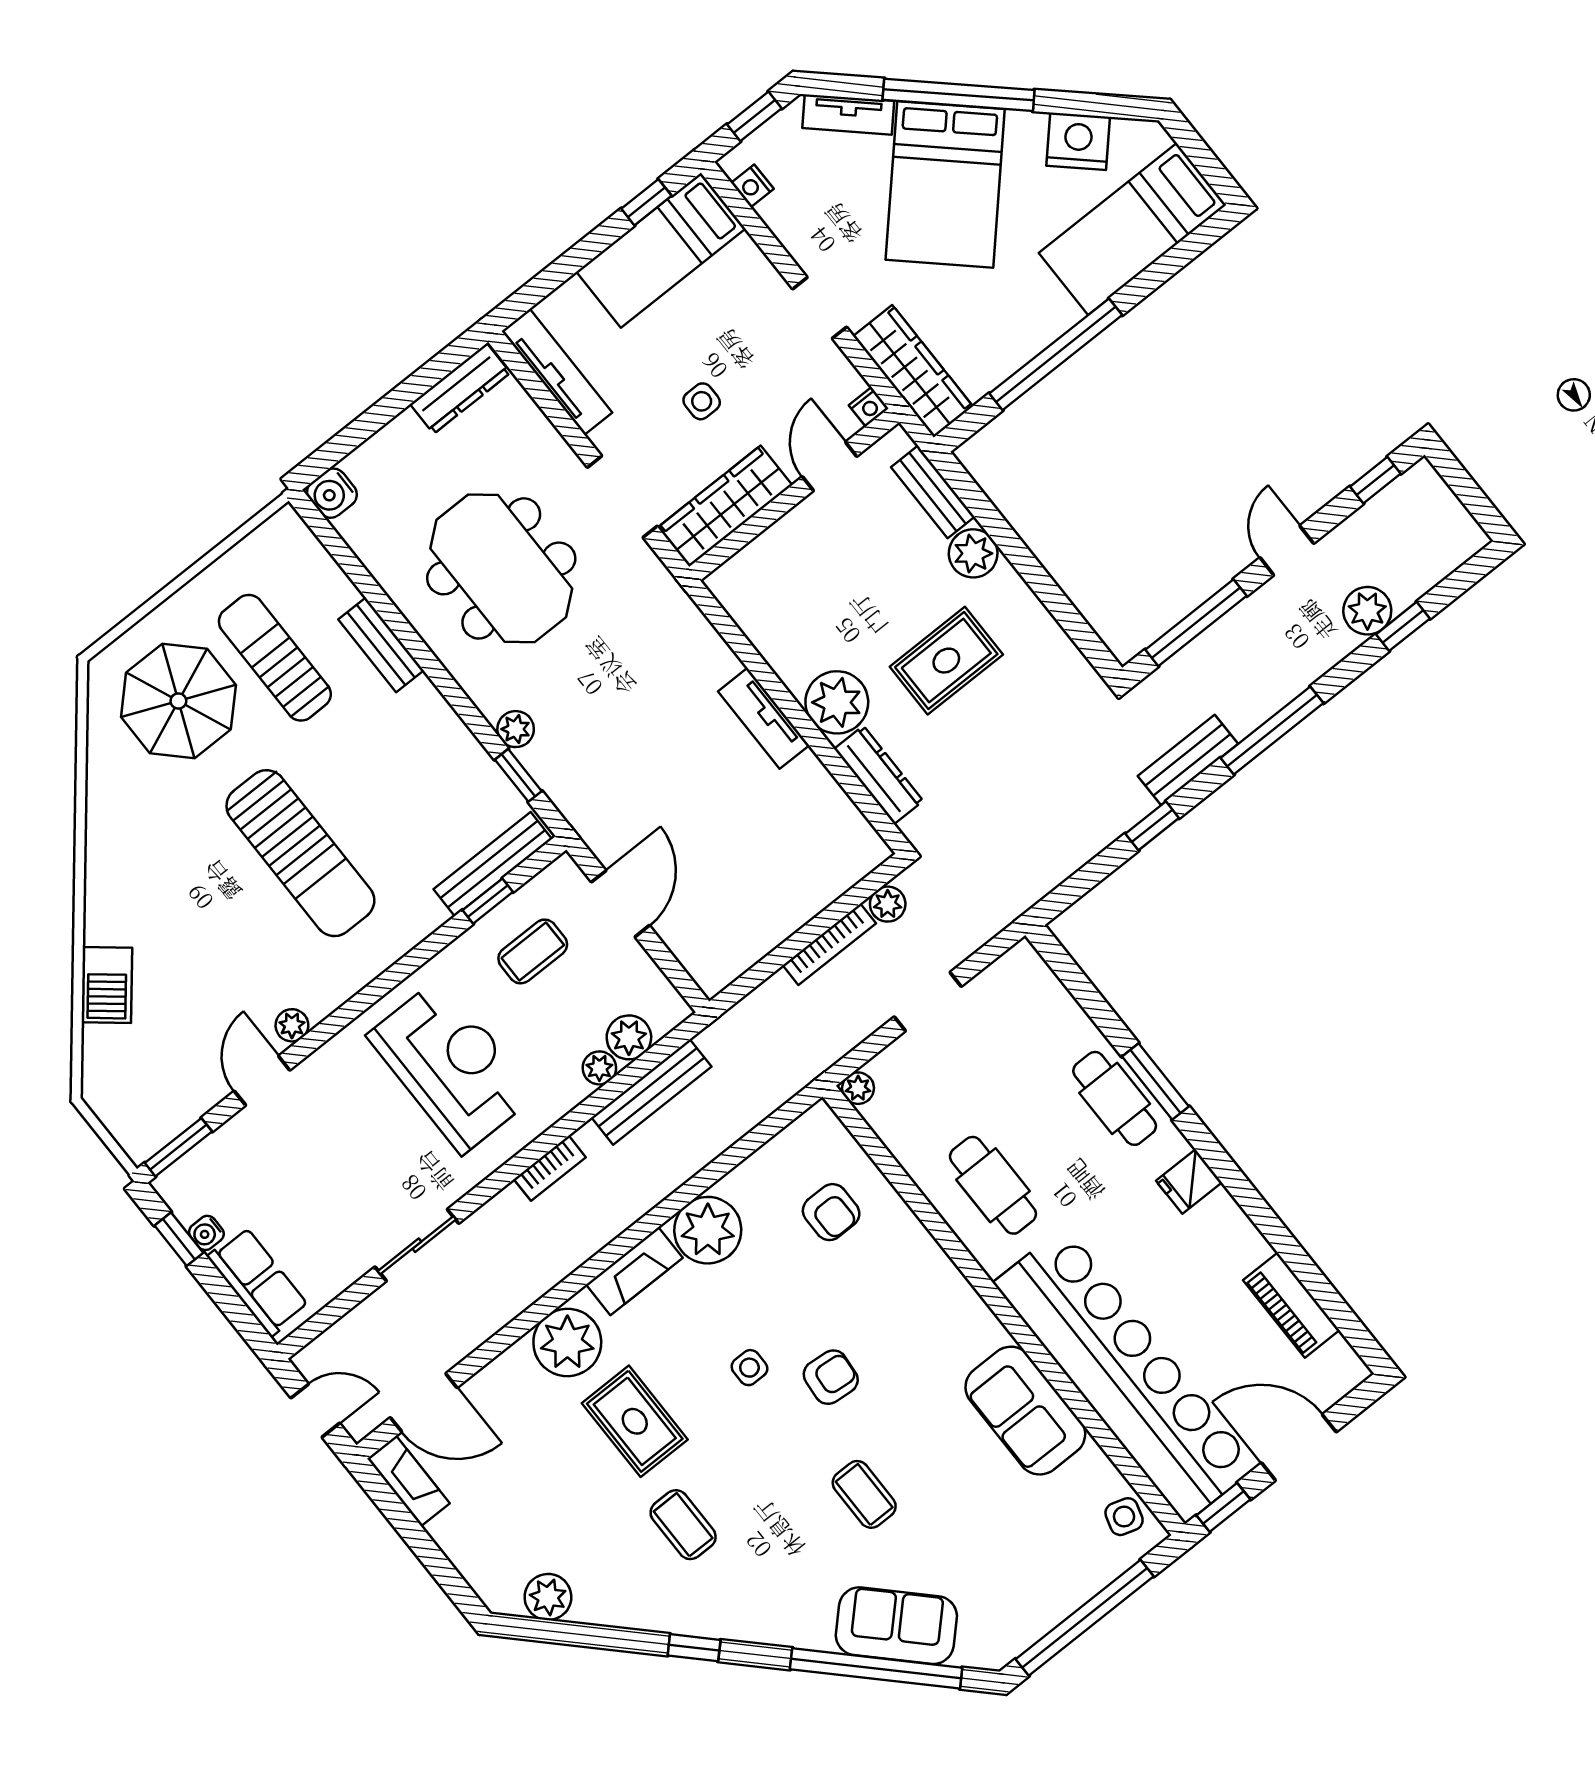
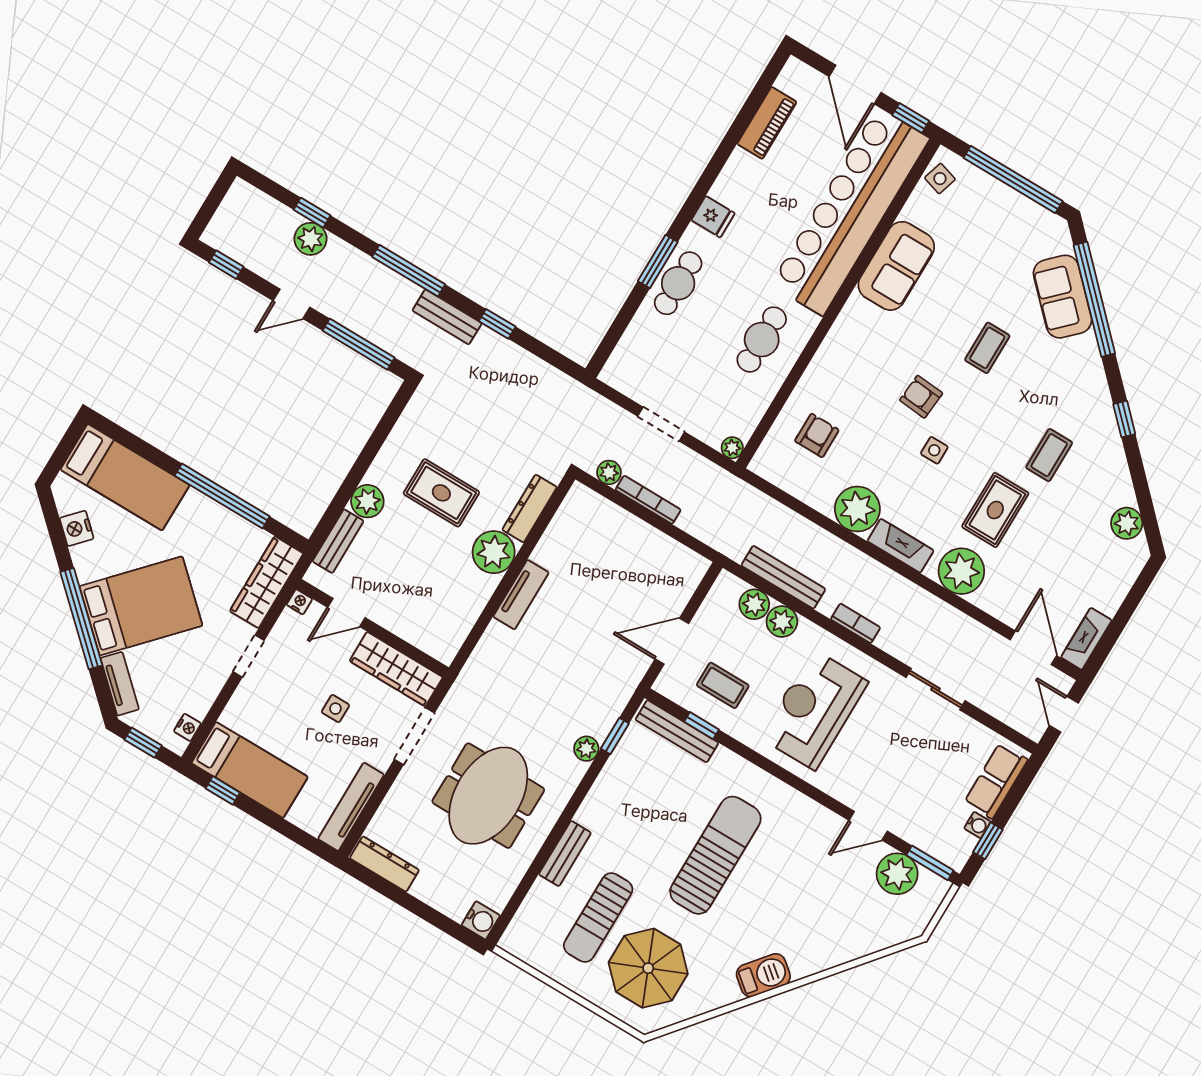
nightstand: (1078, 141) -> (77, 528), width x0.74, depth x0.75
barbecue: (107, 985) -> (763, 975), moved
plant: (292, 1025) -> (897, 874), moved, width x1.88, depth x1.88
plant: (599, 1068) -> (782, 622), width x1.38, depth x1.38

